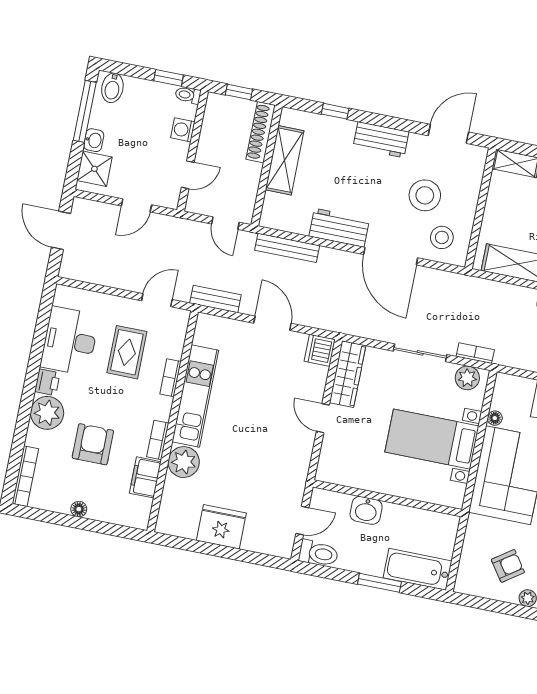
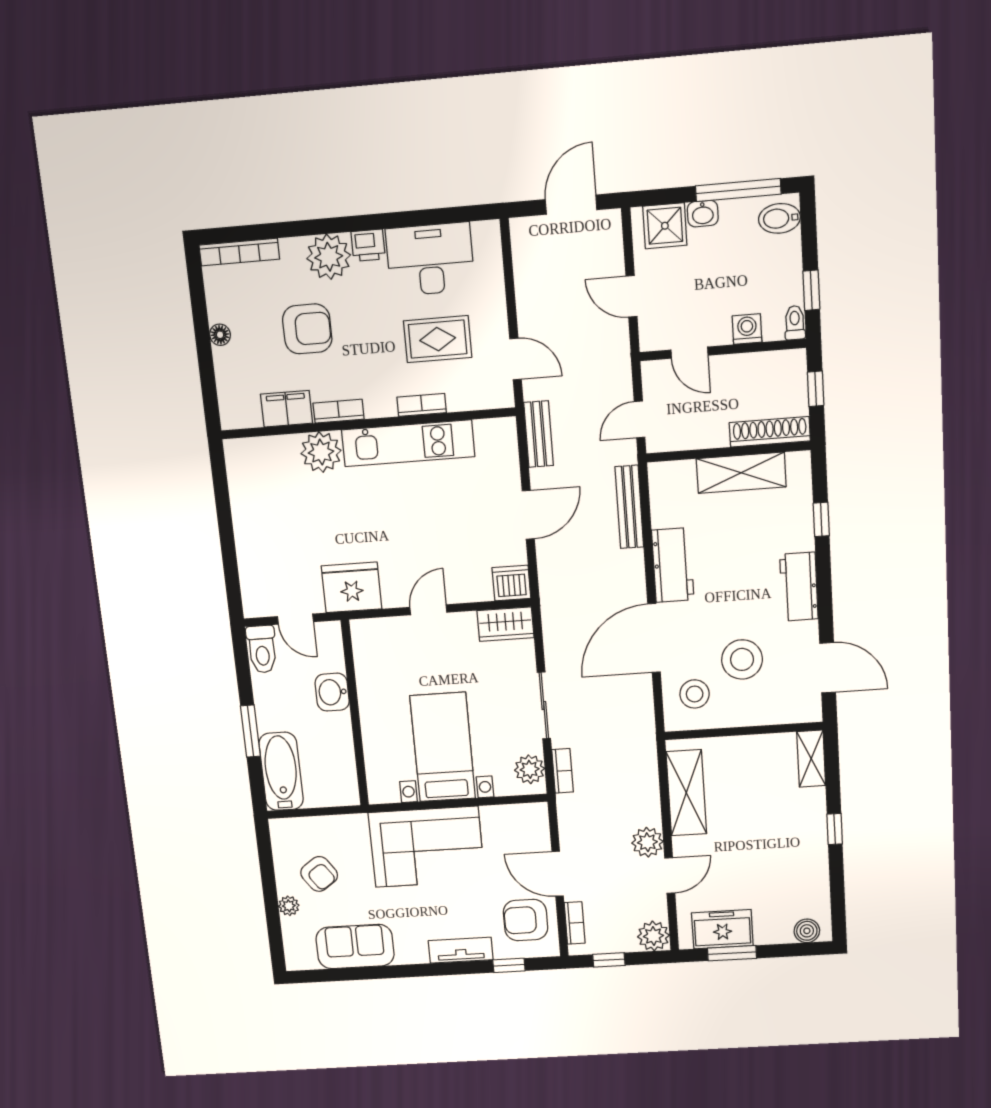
wardrobe: (348, 374) -> (505, 624), width x0.67
floor lamp: (495, 418) -> (490, 814), removed
fridge: (221, 527) -> (352, 587), moved, turned -90

